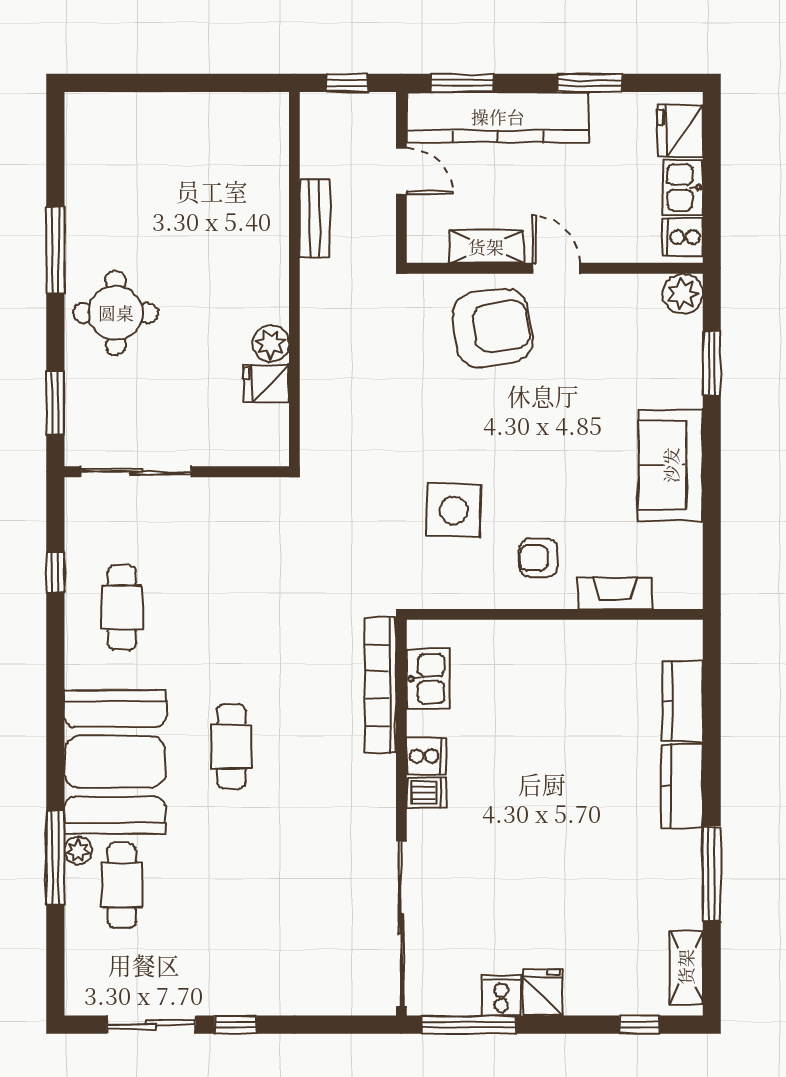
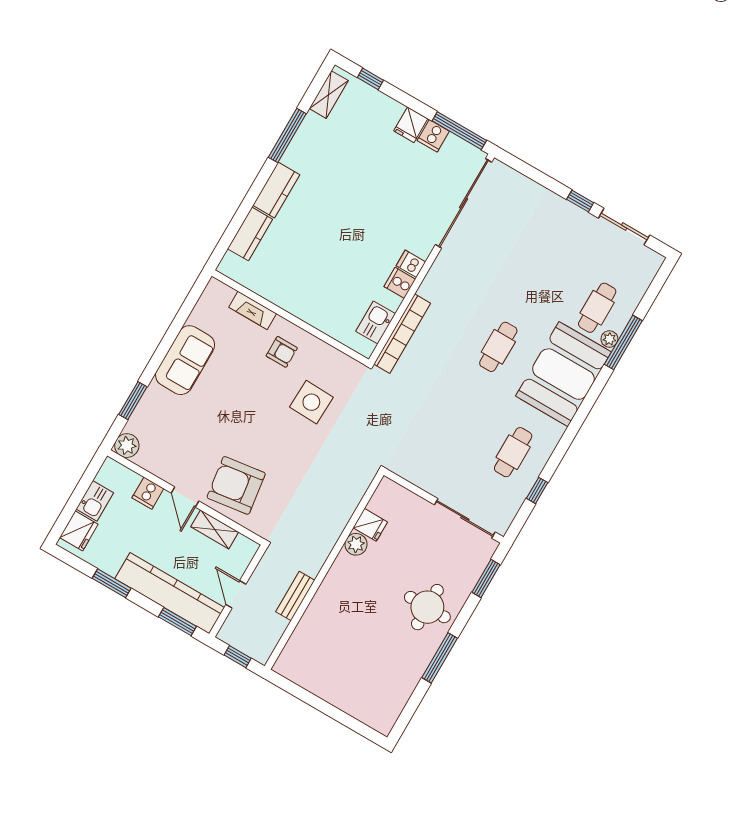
cooker: (683, 237) -> (148, 493), moved, turned 90

